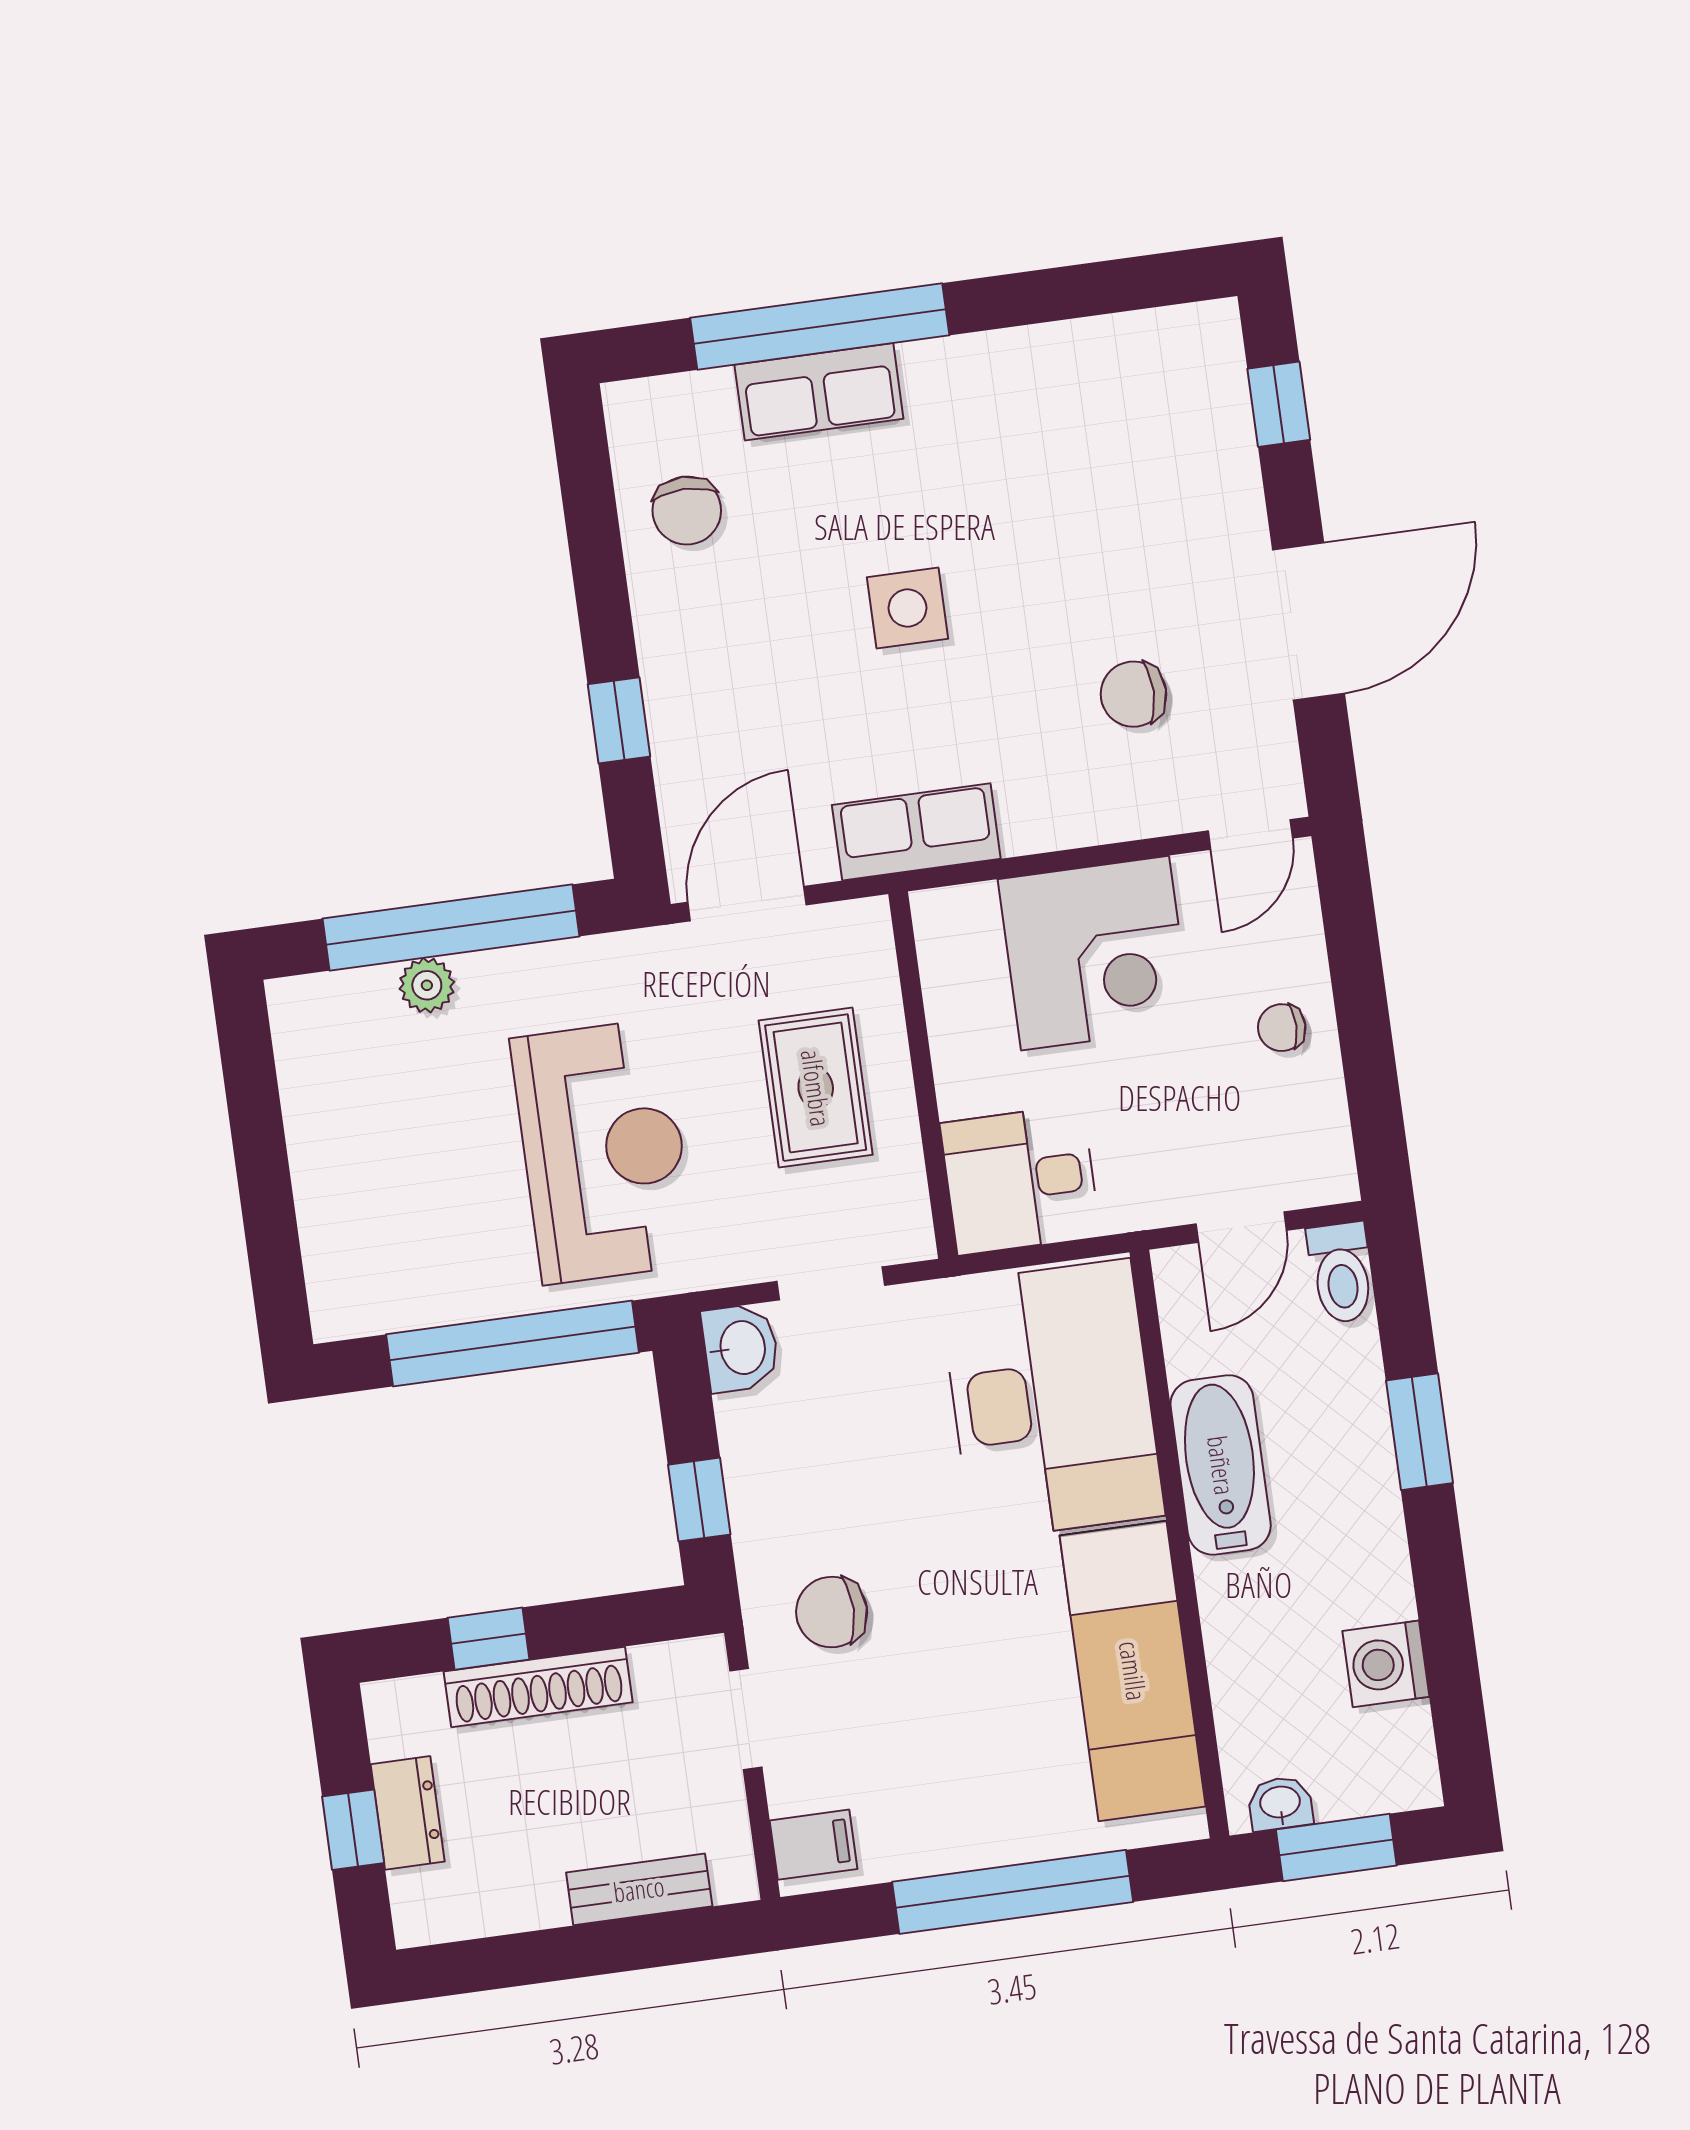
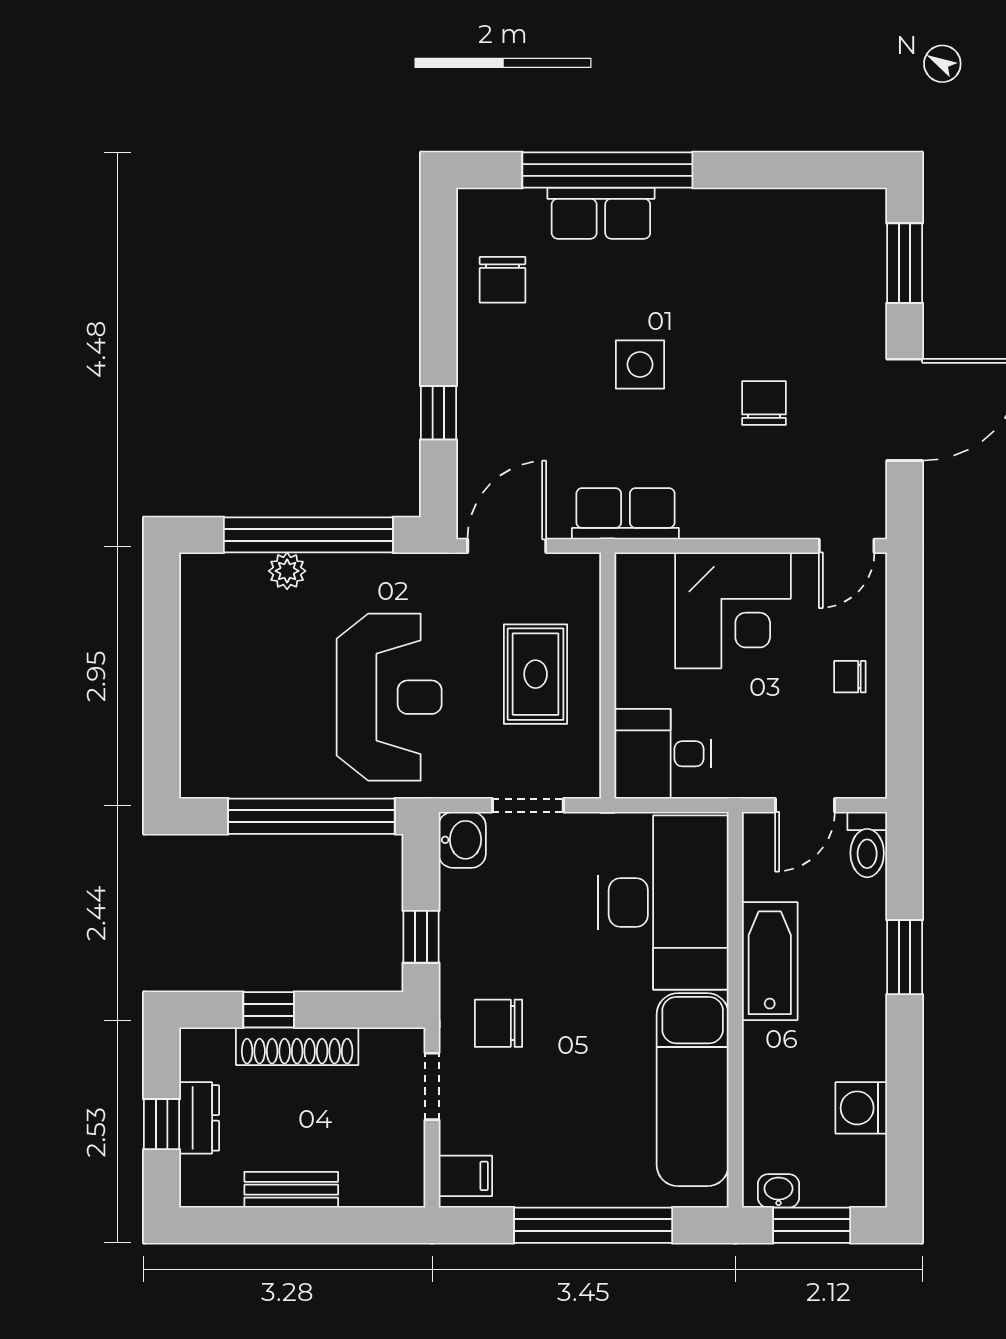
window: (1279, 404) -> (905, 263), width x1.50
chair: (1133, 694) -> (764, 403), moved, turned 90
bench: (639, 1889) -> (291, 1190), moved

